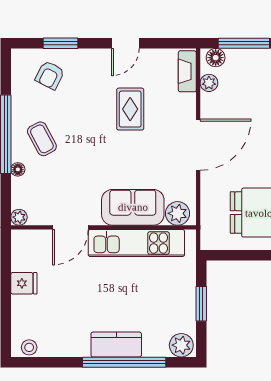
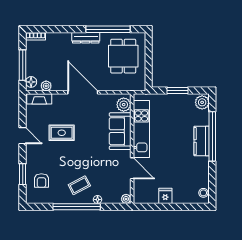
armchair: (50, 75) -> (41, 181), turned 63

